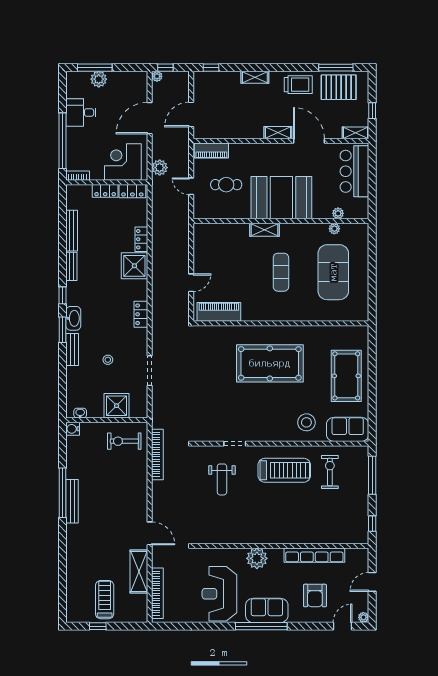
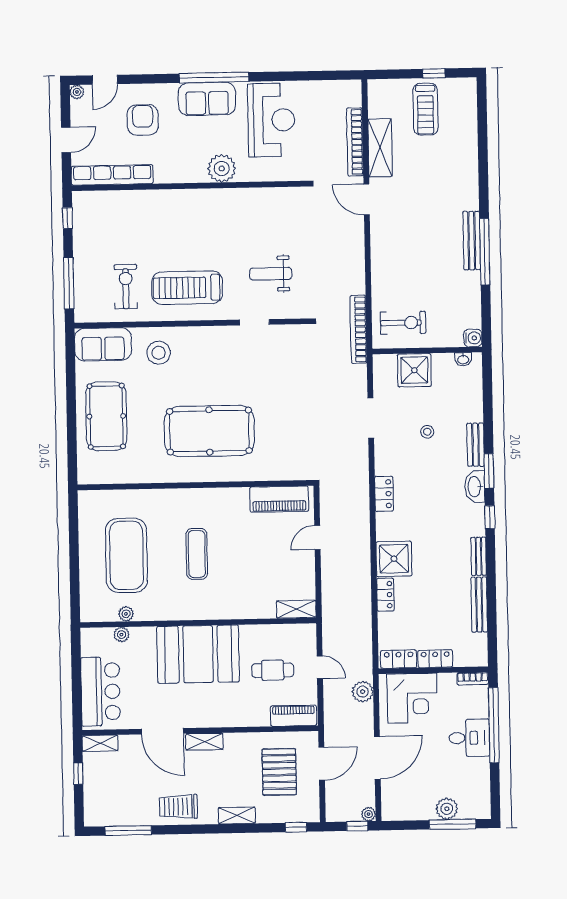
pallet: (339, 87) -> (279, 772), moved, turned 90
desk: (81, 112) -> (469, 738), moved
shelving: (264, 230) -> (296, 609), moved
bookcase: (157, 454) -> (359, 329), moved
exercise bike: (330, 472) -> (126, 287), turned 180
weight bench: (222, 479) -> (271, 274), turned -90
row of seats: (314, 555) -> (112, 175), moved
bookcase: (157, 593) -> (355, 142), moved

